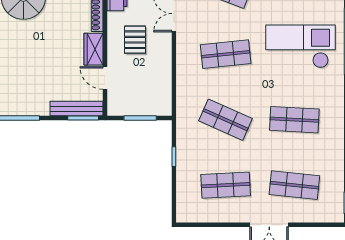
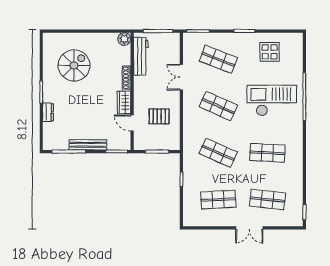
pallet: (135, 40) -> (159, 116), moved, turned 90
shop shelf: (226, 54) -> (218, 106), turned 30
bench: (77, 109) -> (88, 145), moved

